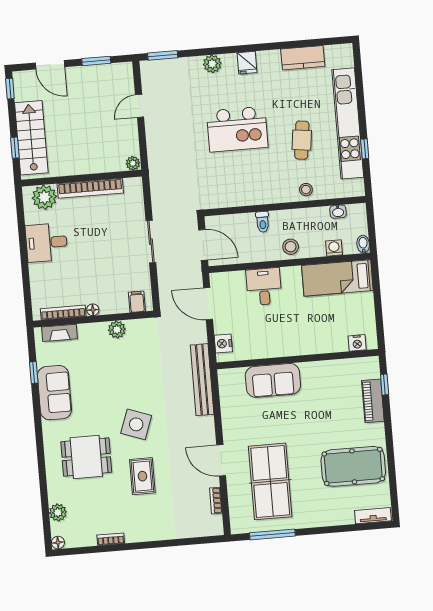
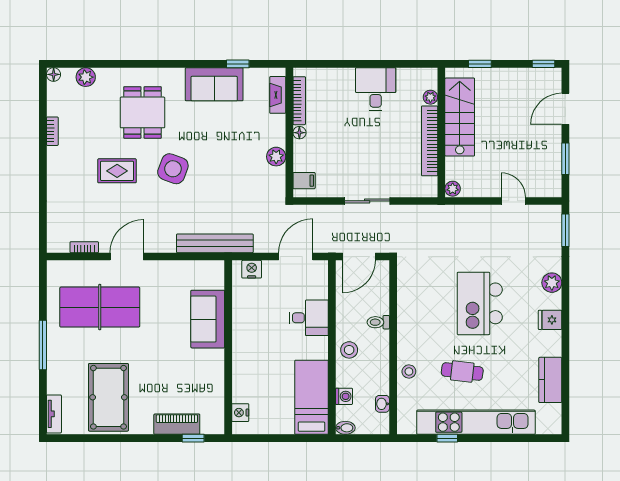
stairs: (31, 138) -> (460, 117), moved, turned -90
plant: (44, 197) -> (430, 97), width x0.53, depth x0.53
window: (272, 534) -> (43, 345), moved

